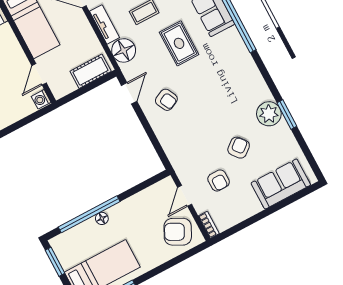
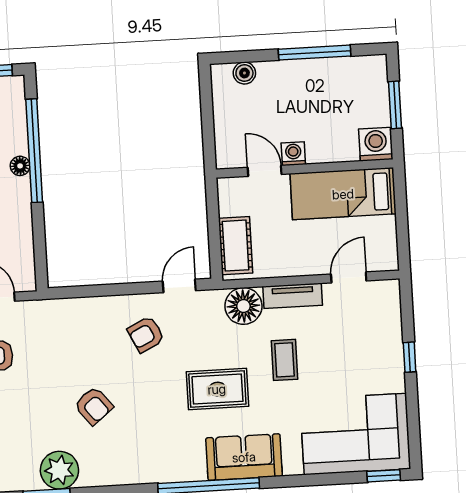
door: (129, 93) -> (179, 286), swing flipped
washing machine: (41, 99) -> (293, 154), moved
armchair: (239, 148) -> (94, 406), moved

